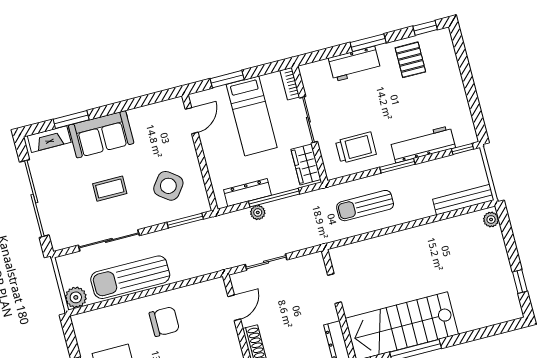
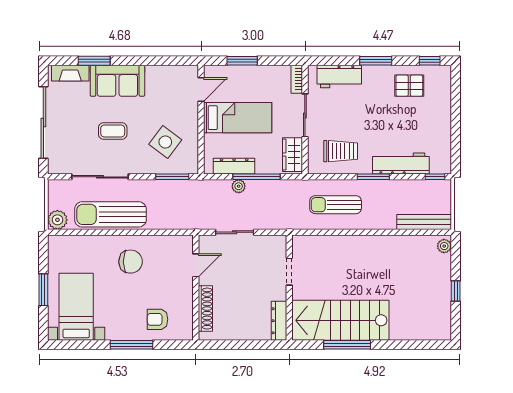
pallet: (410, 60) -> (409, 86), turned 90
workbench: (355, 64) -> (339, 76), moved
bed: (252, 116) -> (238, 118), moved, turned -90
window: (520, 282) -> (456, 291), moved

